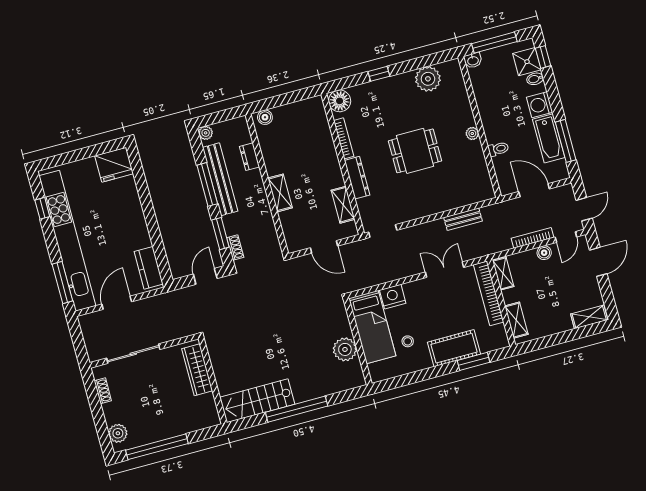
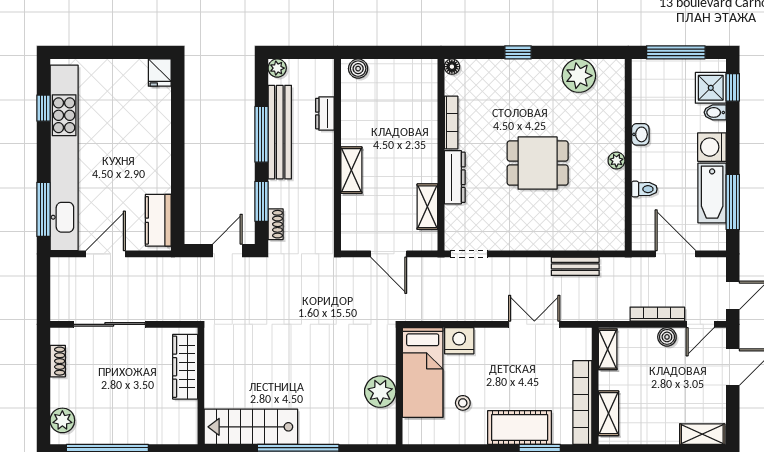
washbasin: (473, 60) -> (640, 134), moved, turned -90
floor lamp: (340, 101) -> (452, 67), width x0.53, depth x0.53
fridge: (114, 165) -> (160, 73), width x0.53, depth x0.75
bookcase: (489, 293) -> (582, 403), moved

